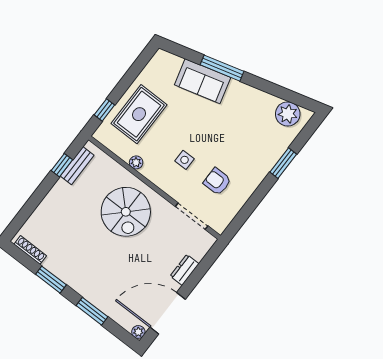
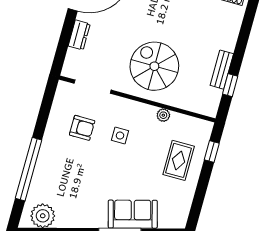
rug: (139, 114) -> (179, 160), width x0.73, depth x0.70
window: (283, 163) -> (29, 169), width x2.11
bench: (77, 166) -> (222, 70), moved

